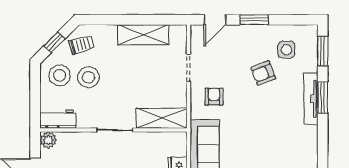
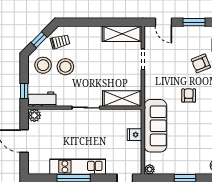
door: (215, 20) -> (163, 22), hinge flipped
shelving: (143, 35) -> (122, 34), moved
armchair: (214, 97) -> (189, 95), moved
window: (35, 109) -> (24, 91), added

